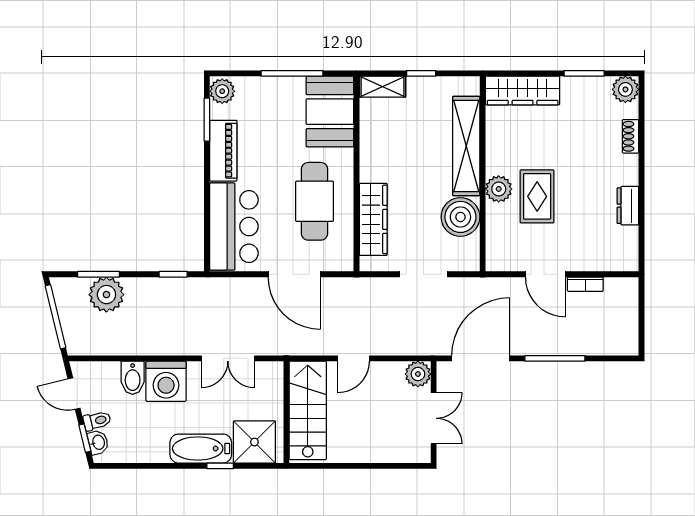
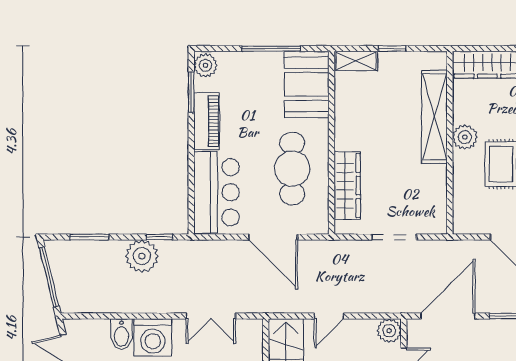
plant: (499, 189) -> (465, 137), moved
boiler: (460, 217) -> (429, 183), removed
plant: (106, 295) -> (142, 256), moved

